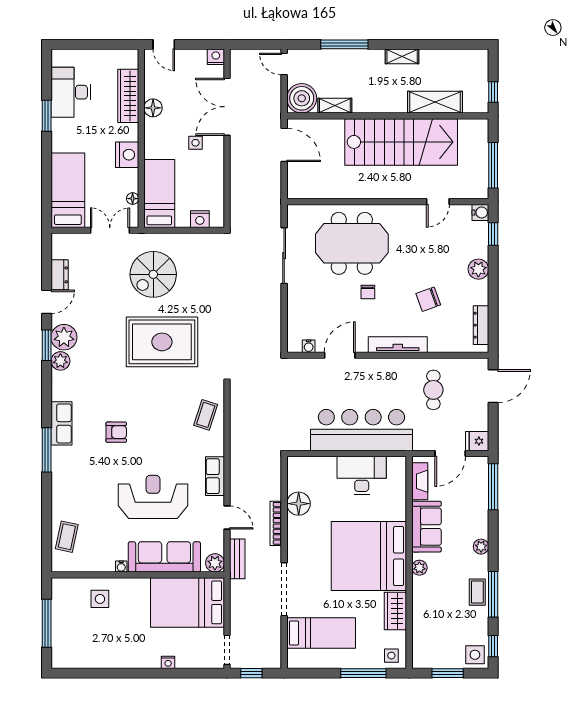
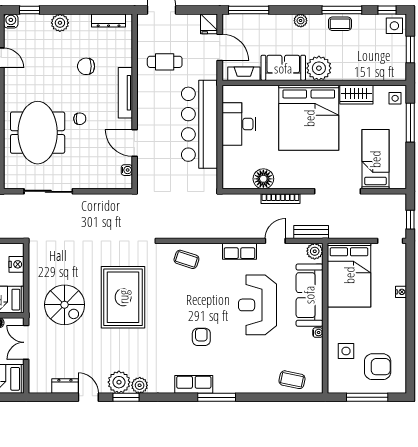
chair: (428, 299) -> (86, 66), turned 110
plant: (419, 568) -> (319, 68), width x1.87, depth x1.87
armchair: (82, 635) -> (378, 367), added

